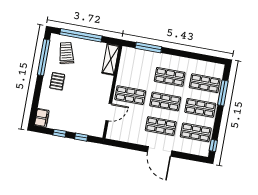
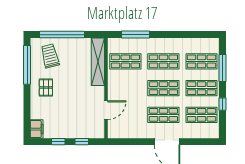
shelving: (111, 59) -> (98, 62), width x1.47
shop shelf: (130, 95) -> (125, 61), moved
window: (213, 145) -> (222, 104), moved

